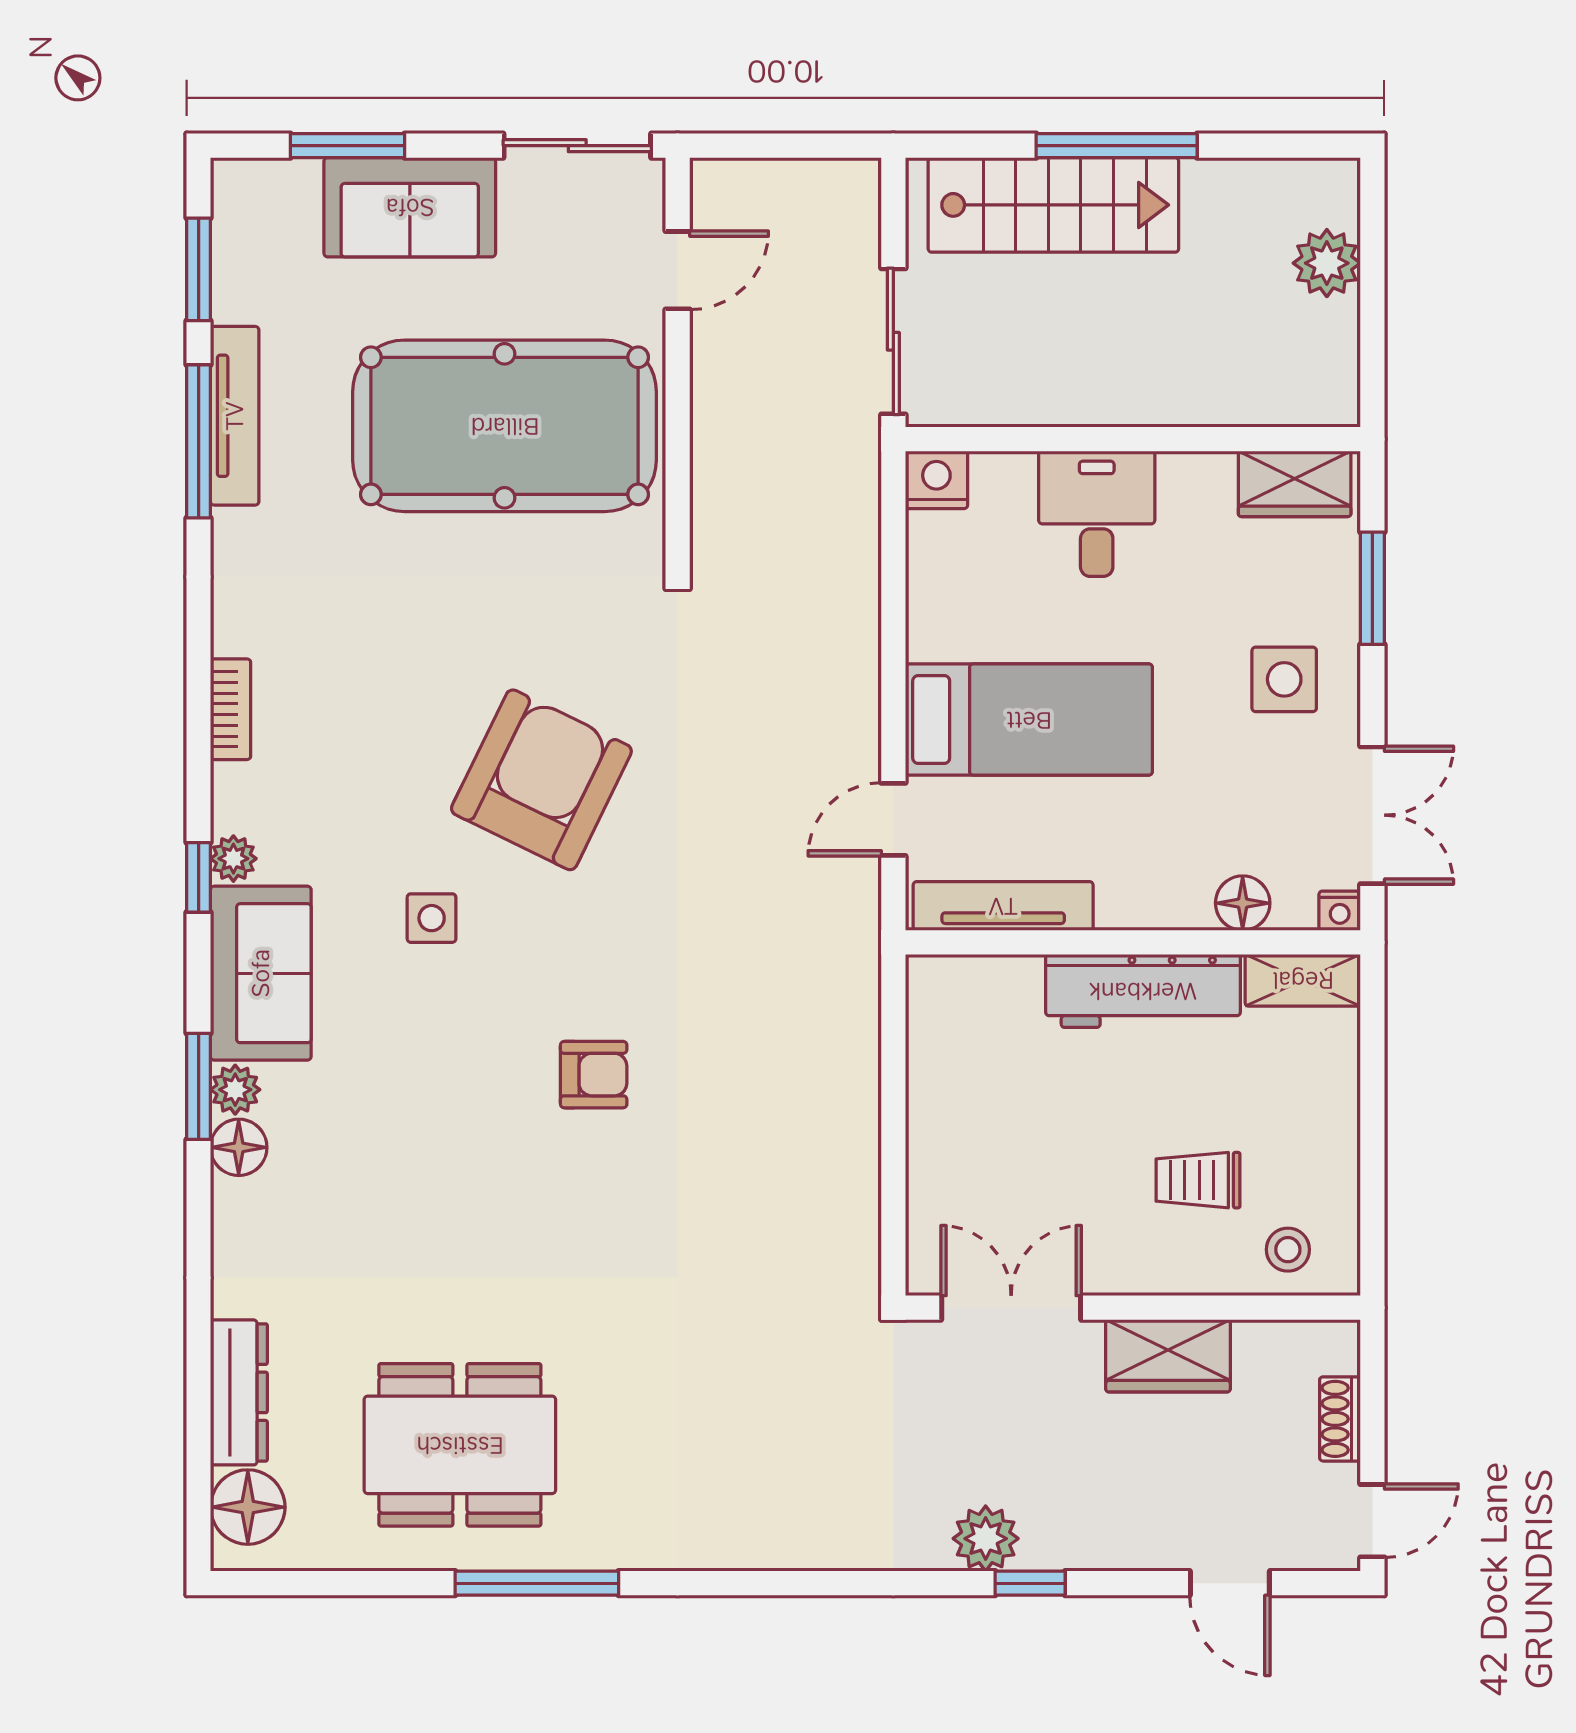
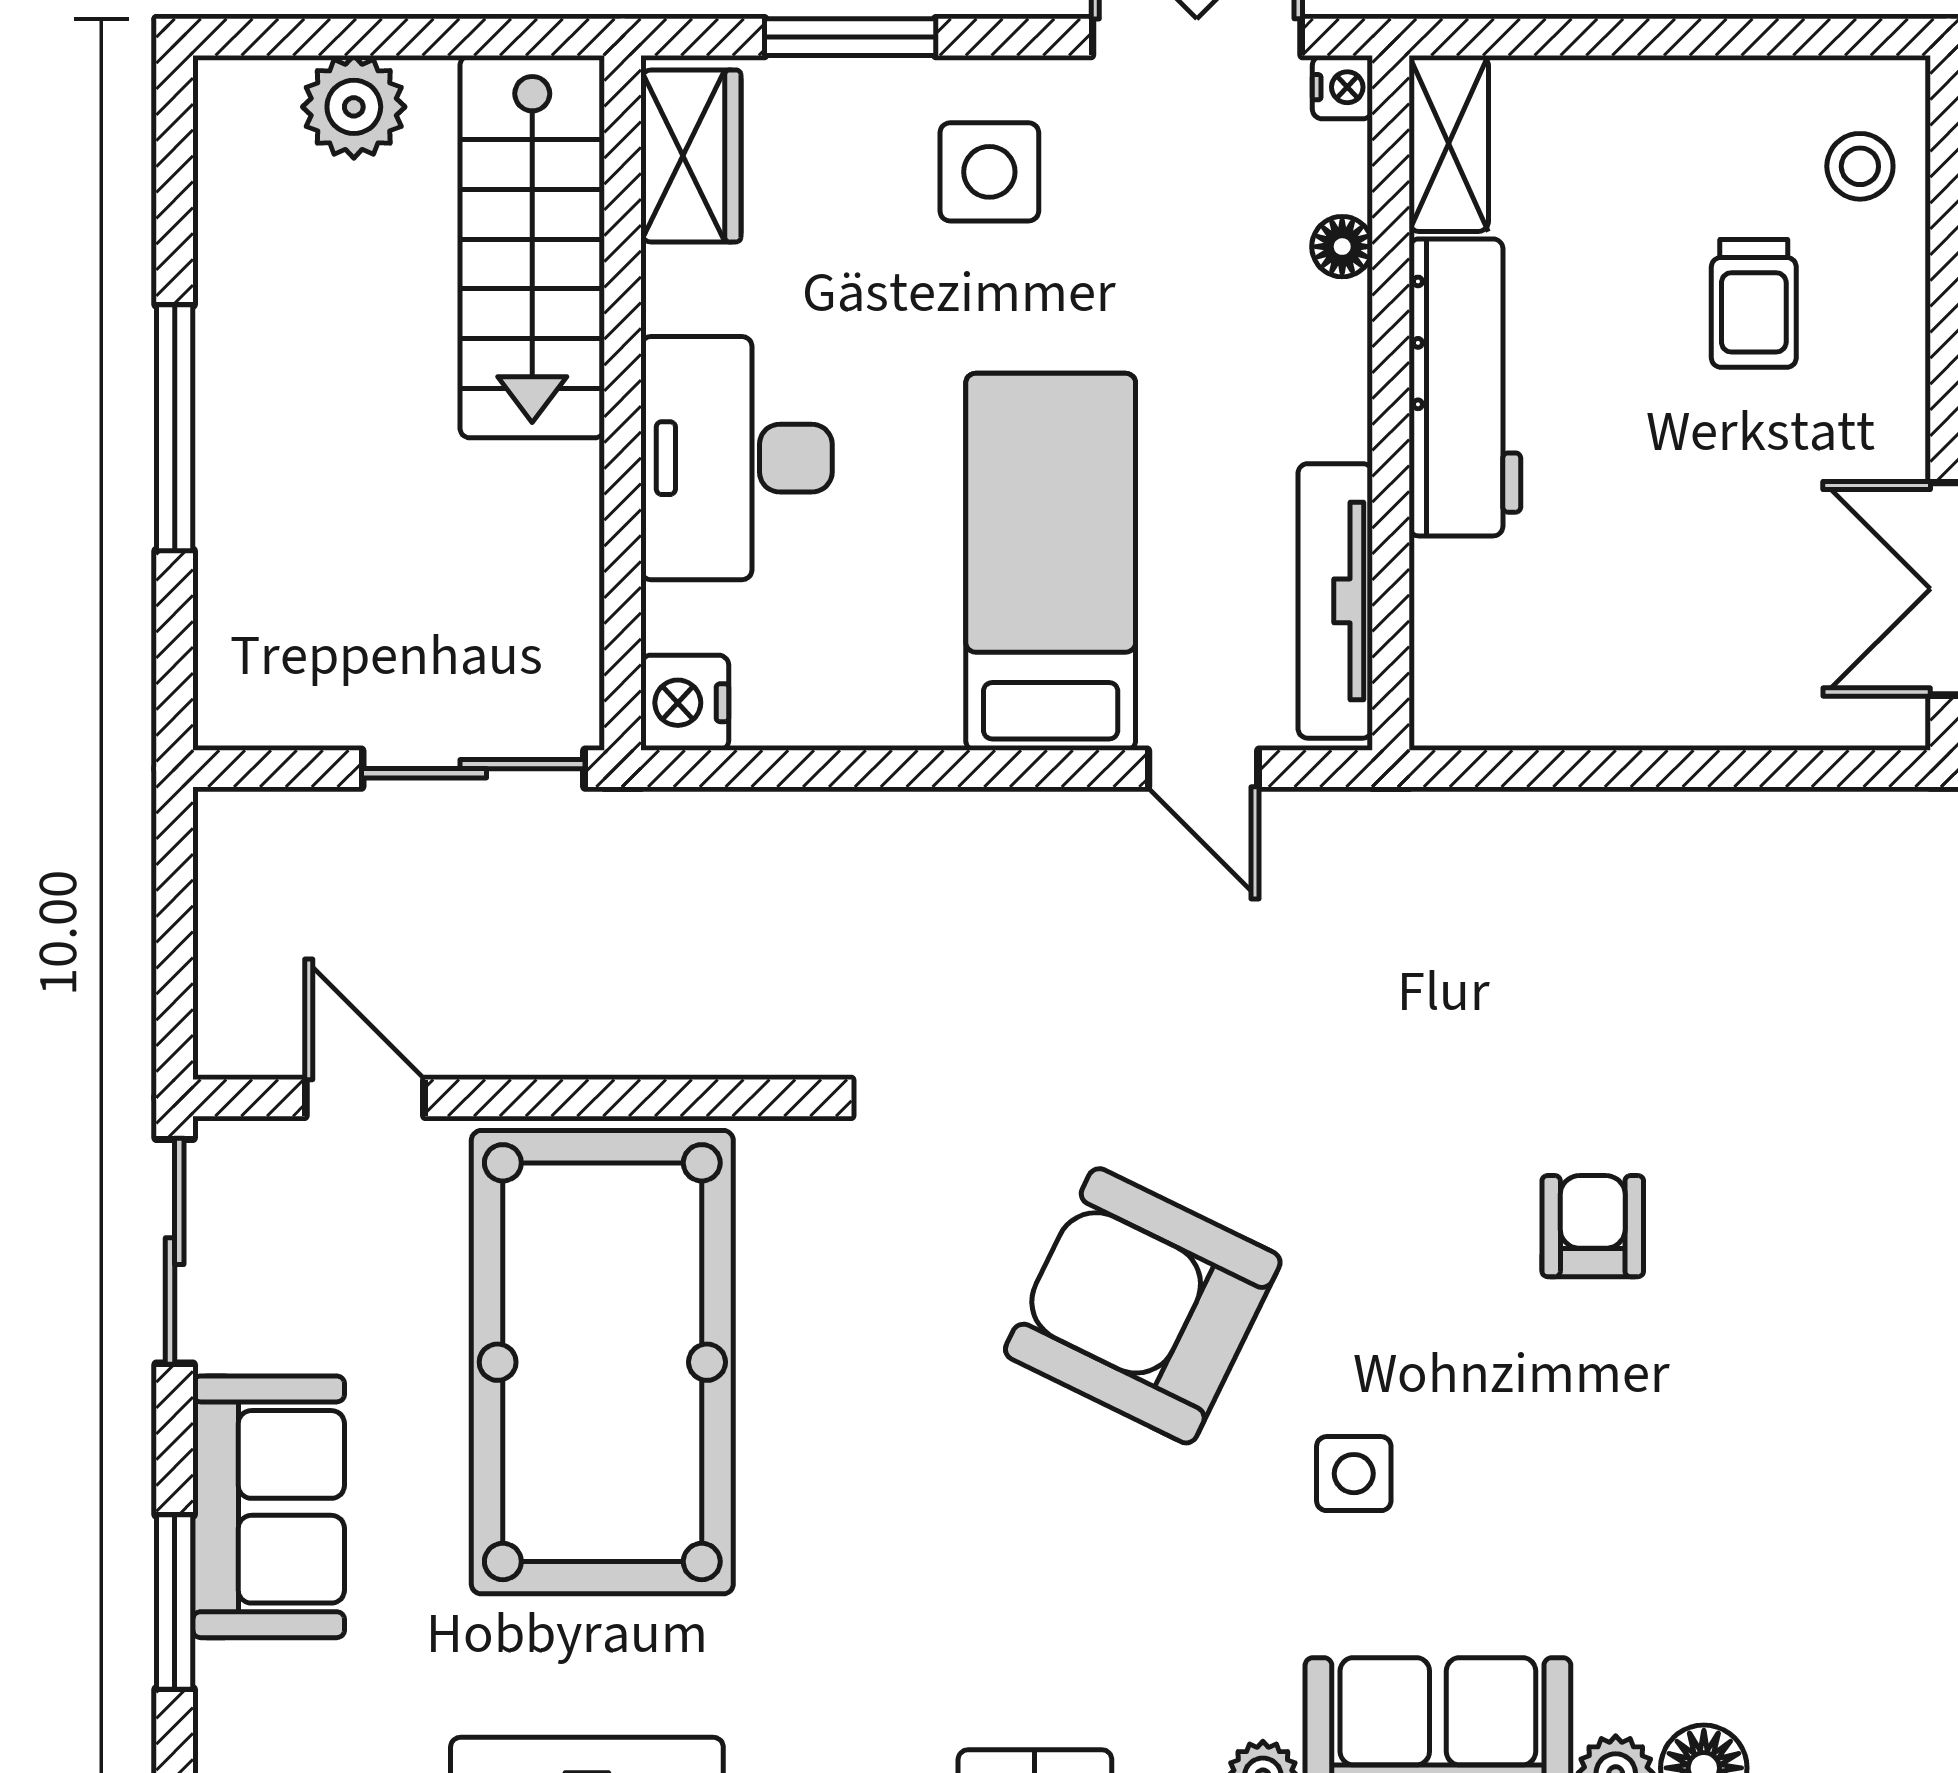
stairs: (1053, 205) -> (532, 247), moved, turned 180
desk: (1097, 514) -> (737, 458), width x1.37
floor lamp: (1243, 903) -> (1342, 247), width x0.73, depth x0.73

